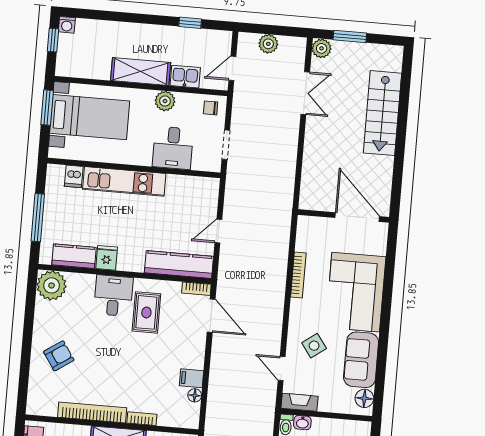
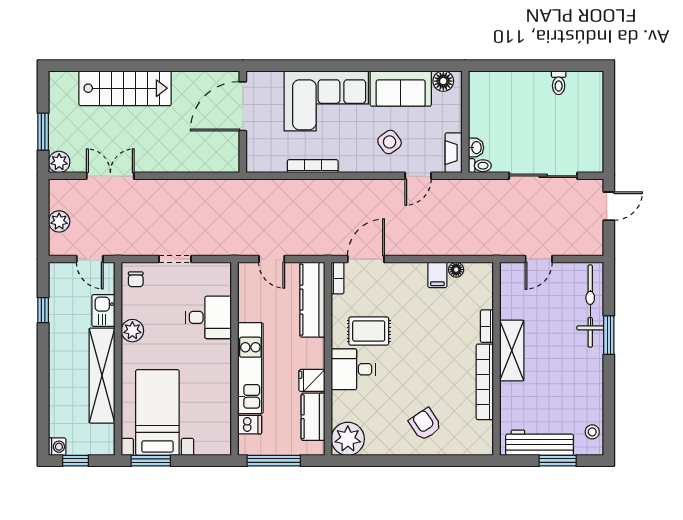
shelving: (141, 72) -> (102, 376), width x1.47
desk: (173, 148) -> (209, 317), moved
wall: (134, 168) -> (234, 359), moved
dishwasher: (74, 176) -> (250, 425), moved
kitchen unit: (124, 181) -> (250, 368), moved

